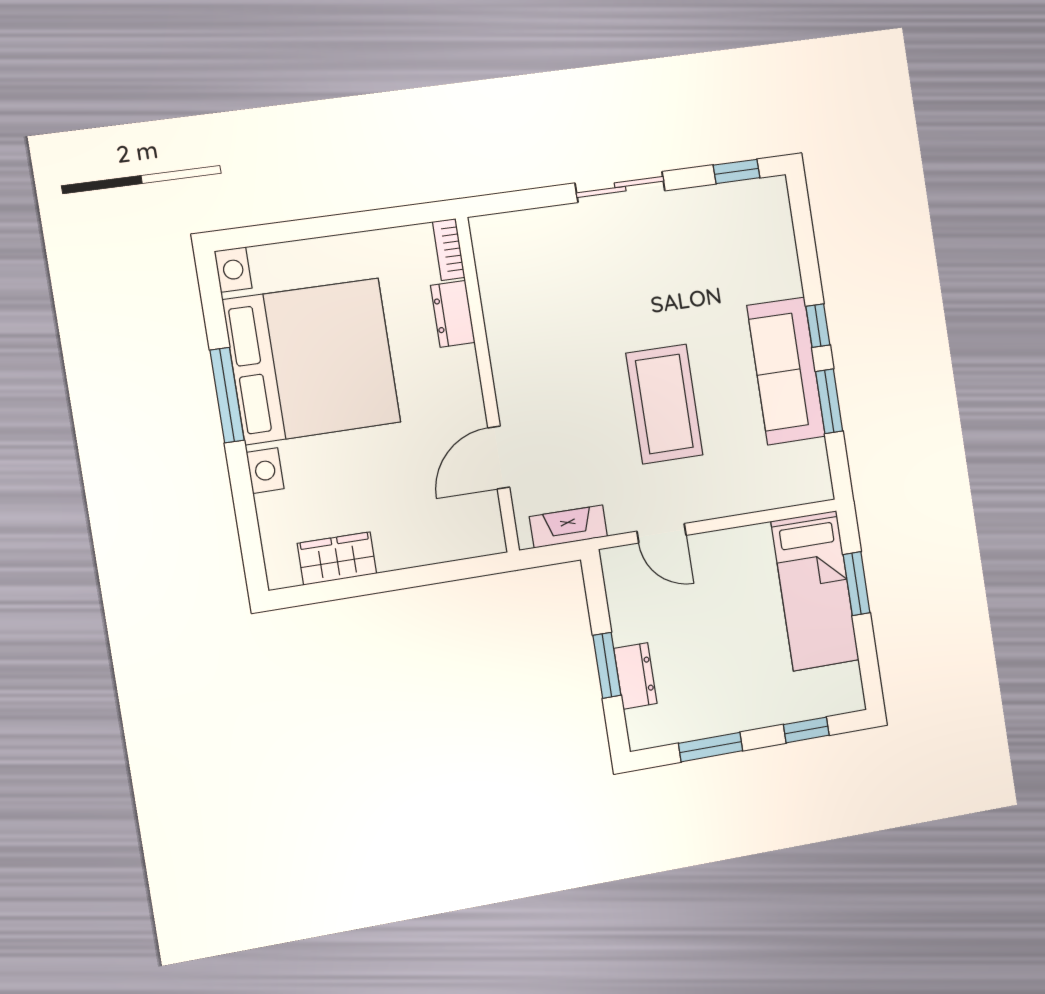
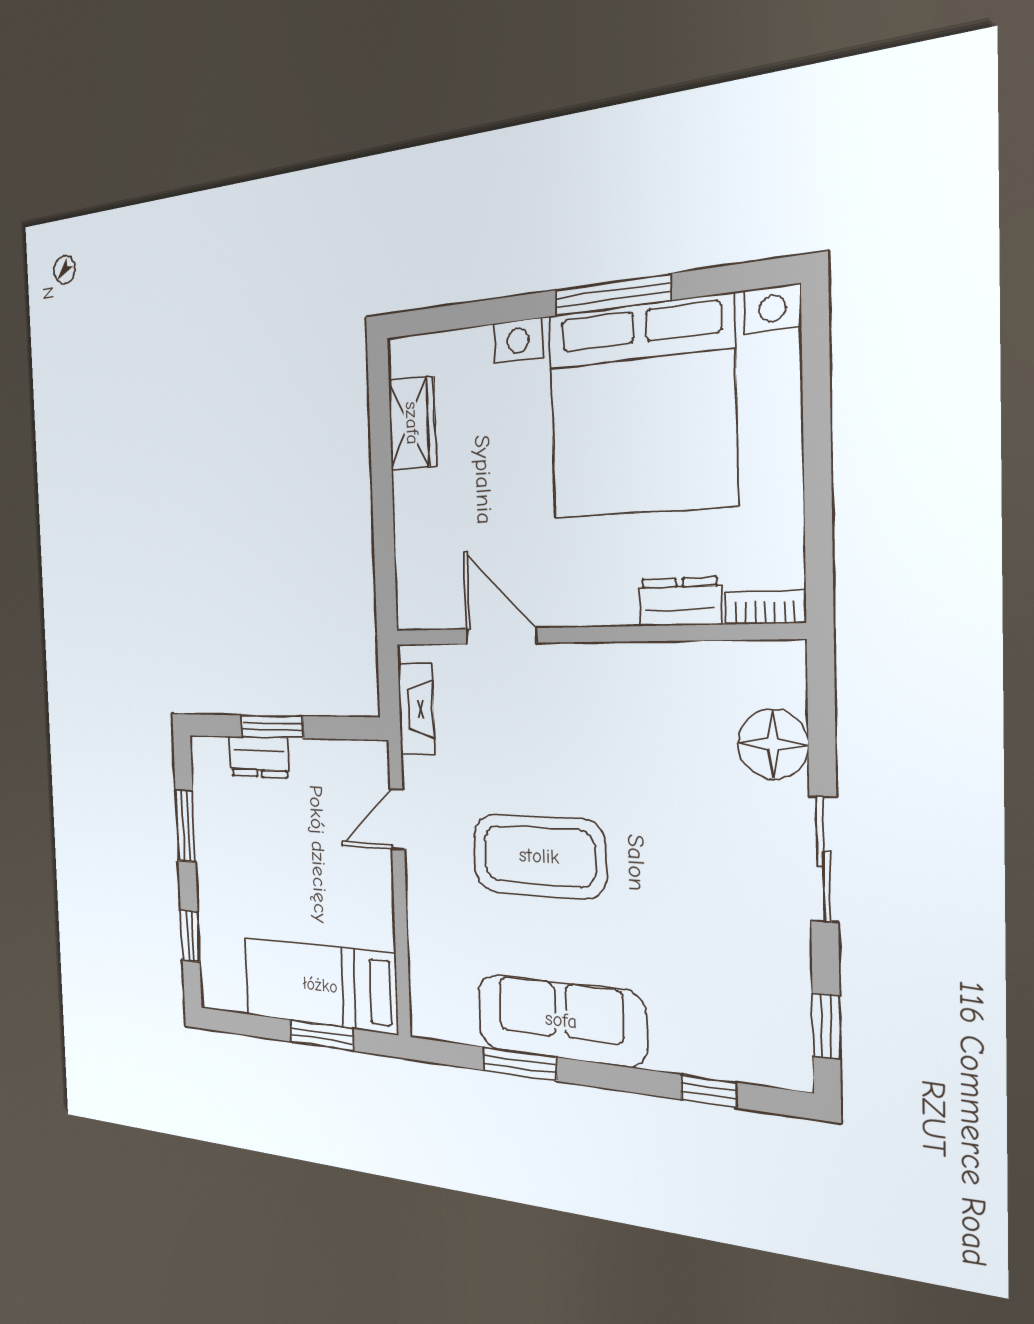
floor lamp: (546, 232) -> (773, 744), added
window: (818, 326) -> (709, 1091), moved

